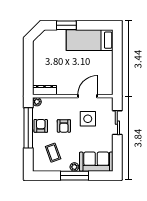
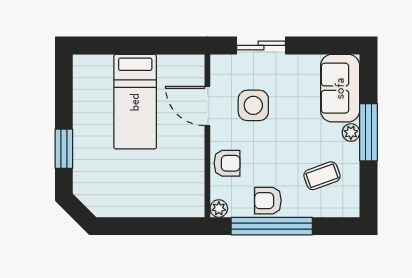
bed: (90, 40) -> (135, 102), moved
dresser: (44, 90) -> (195, 193), removed
armchair: (64, 126) -> (227, 163), moved

